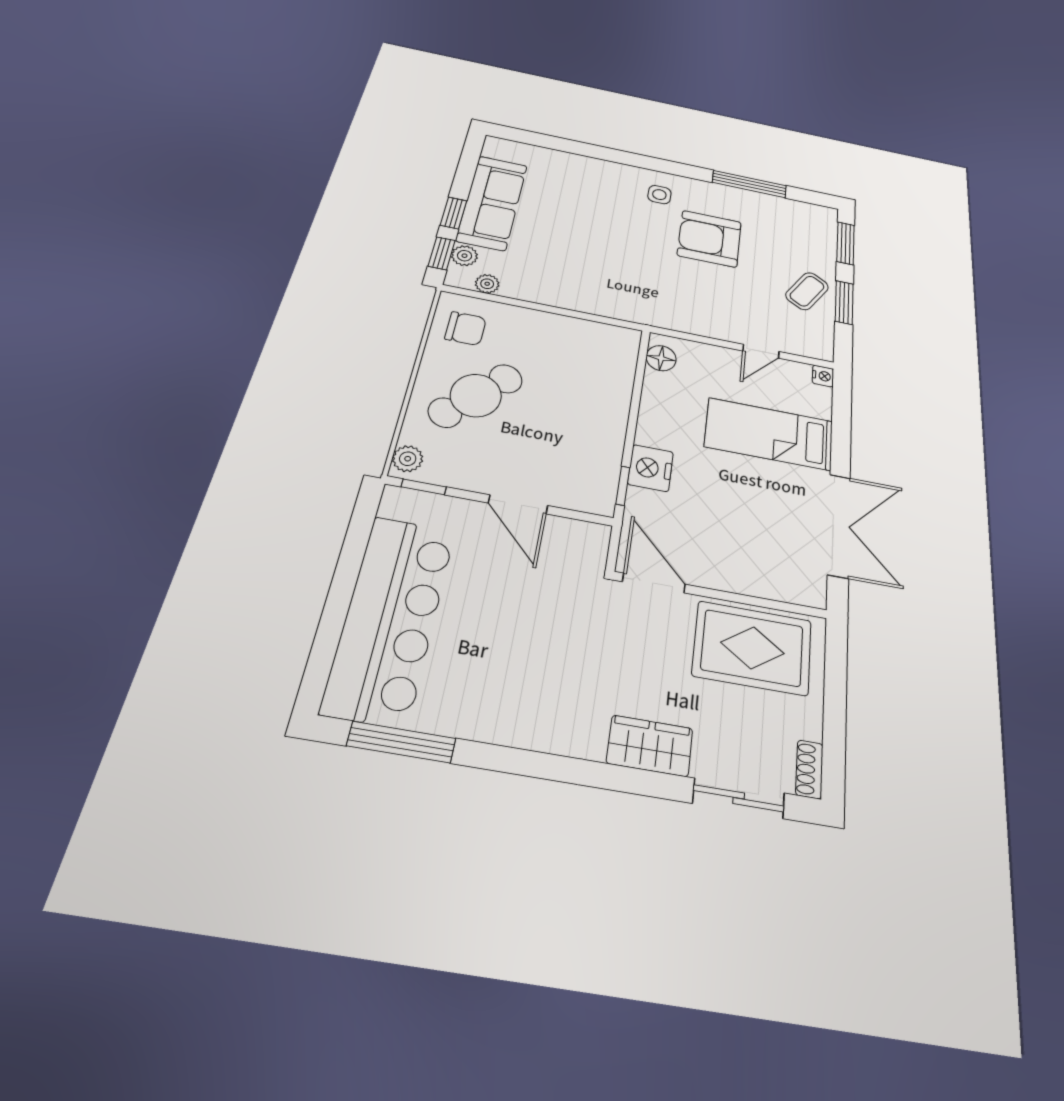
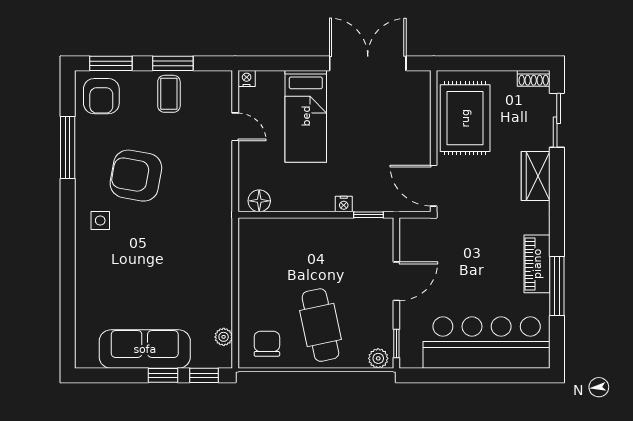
armchair: (807, 226) -> (101, 96), added
armchair: (709, 239) -> (136, 176), turned 100
plant: (464, 256) -> (202, 358), removed
coffee table: (807, 291) -> (169, 94), turned 58
cafe table: (476, 395) -> (320, 325), turned 34
nightstand: (651, 468) -> (344, 204), width x0.53, depth x0.56
door: (654, 583) -> (434, 186), hinge flipped
piano: (502, 723) -> (537, 264), added
window: (401, 742) -> (557, 286), moved

